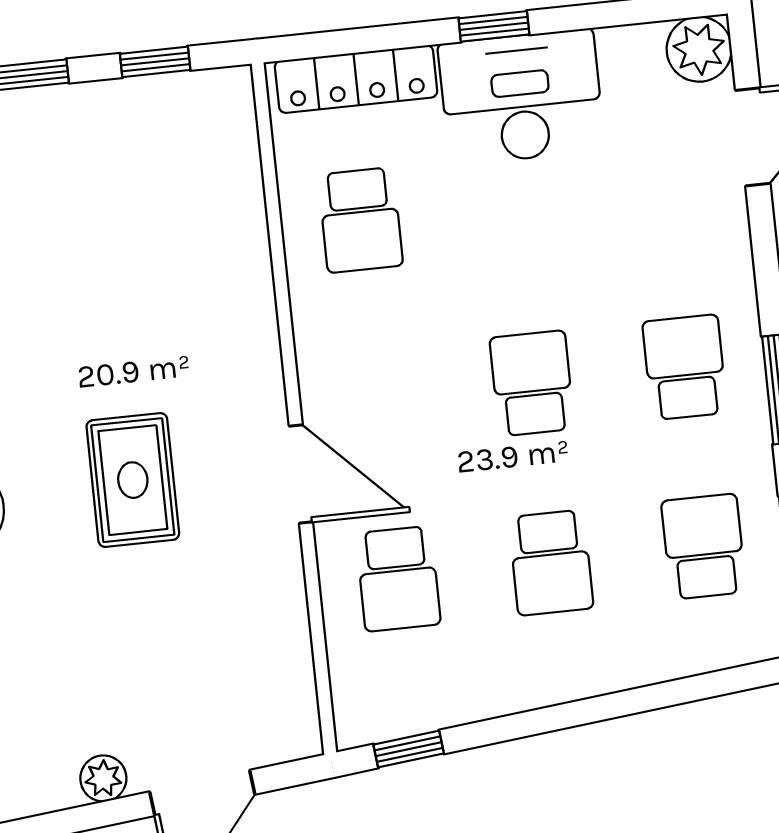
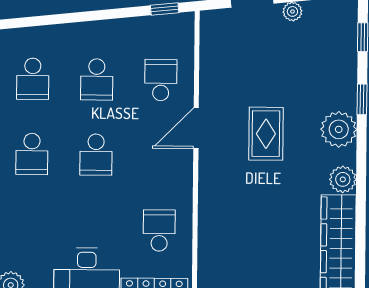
door: (301, 474) -> (196, 128), hinge flipped
school desk: (551, 563) -> (97, 79), turned 180

